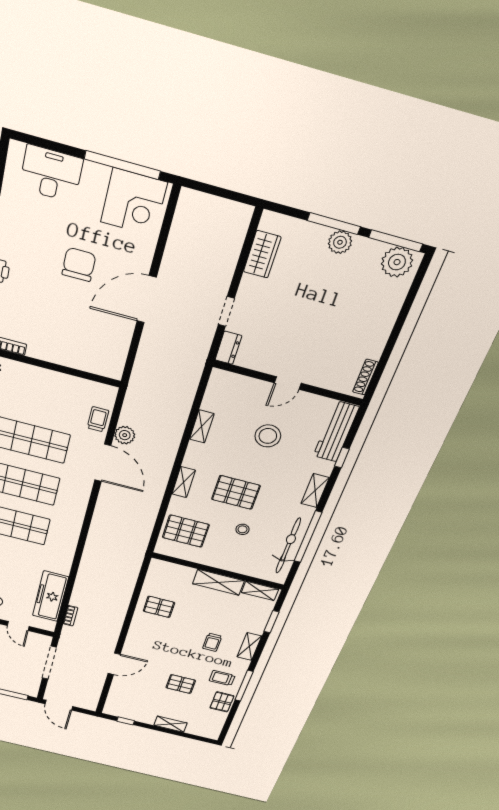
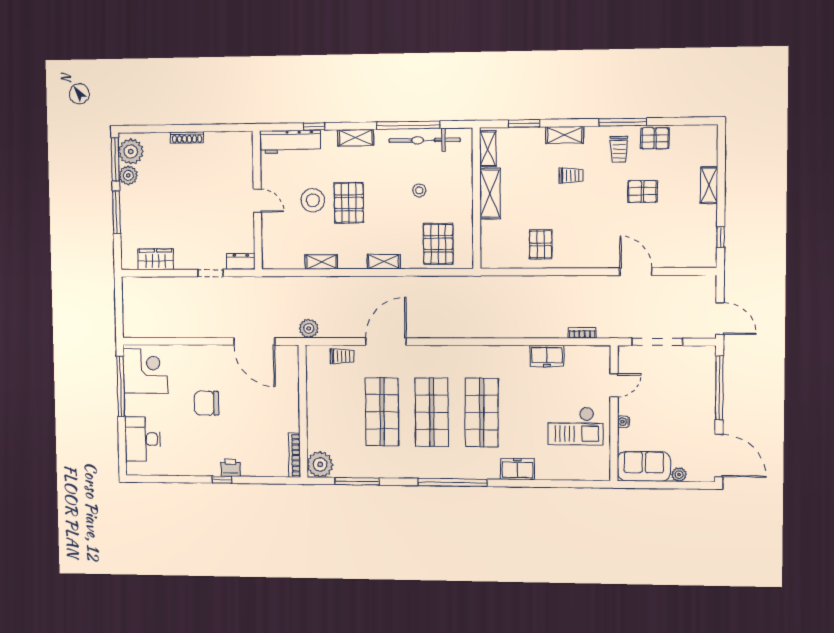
plant: (340, 242) -> (128, 175), moved
door: (147, 299) -> (254, 341), moved
shoe rack: (365, 377) -> (187, 138), moved
trolley: (98, 419) -> (342, 356), turned 180
plant: (125, 435) -> (309, 328), moved
pallet: (236, 492) -> (349, 203), moved
freezer: (50, 596) -> (547, 356), width x0.52, depth x0.79
pallet: (181, 684) -> (642, 191), turned 90
door: (59, 705) -> (720, 319), hinge flipped

